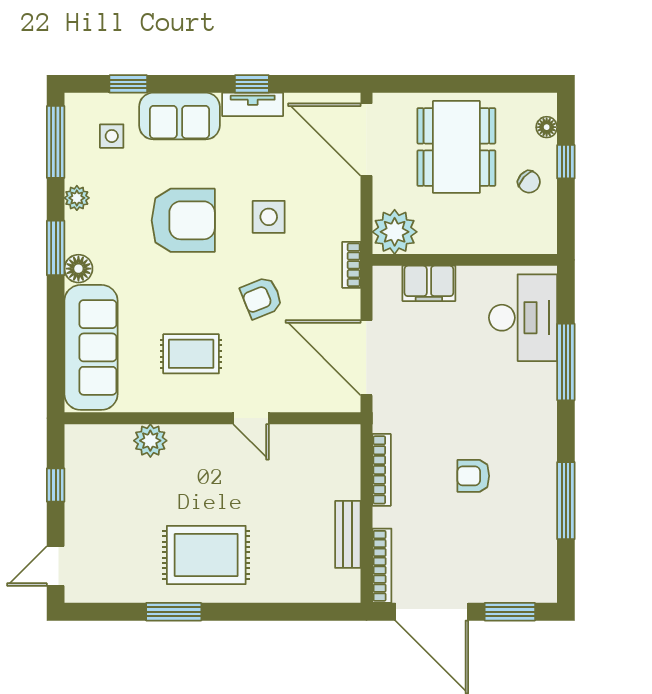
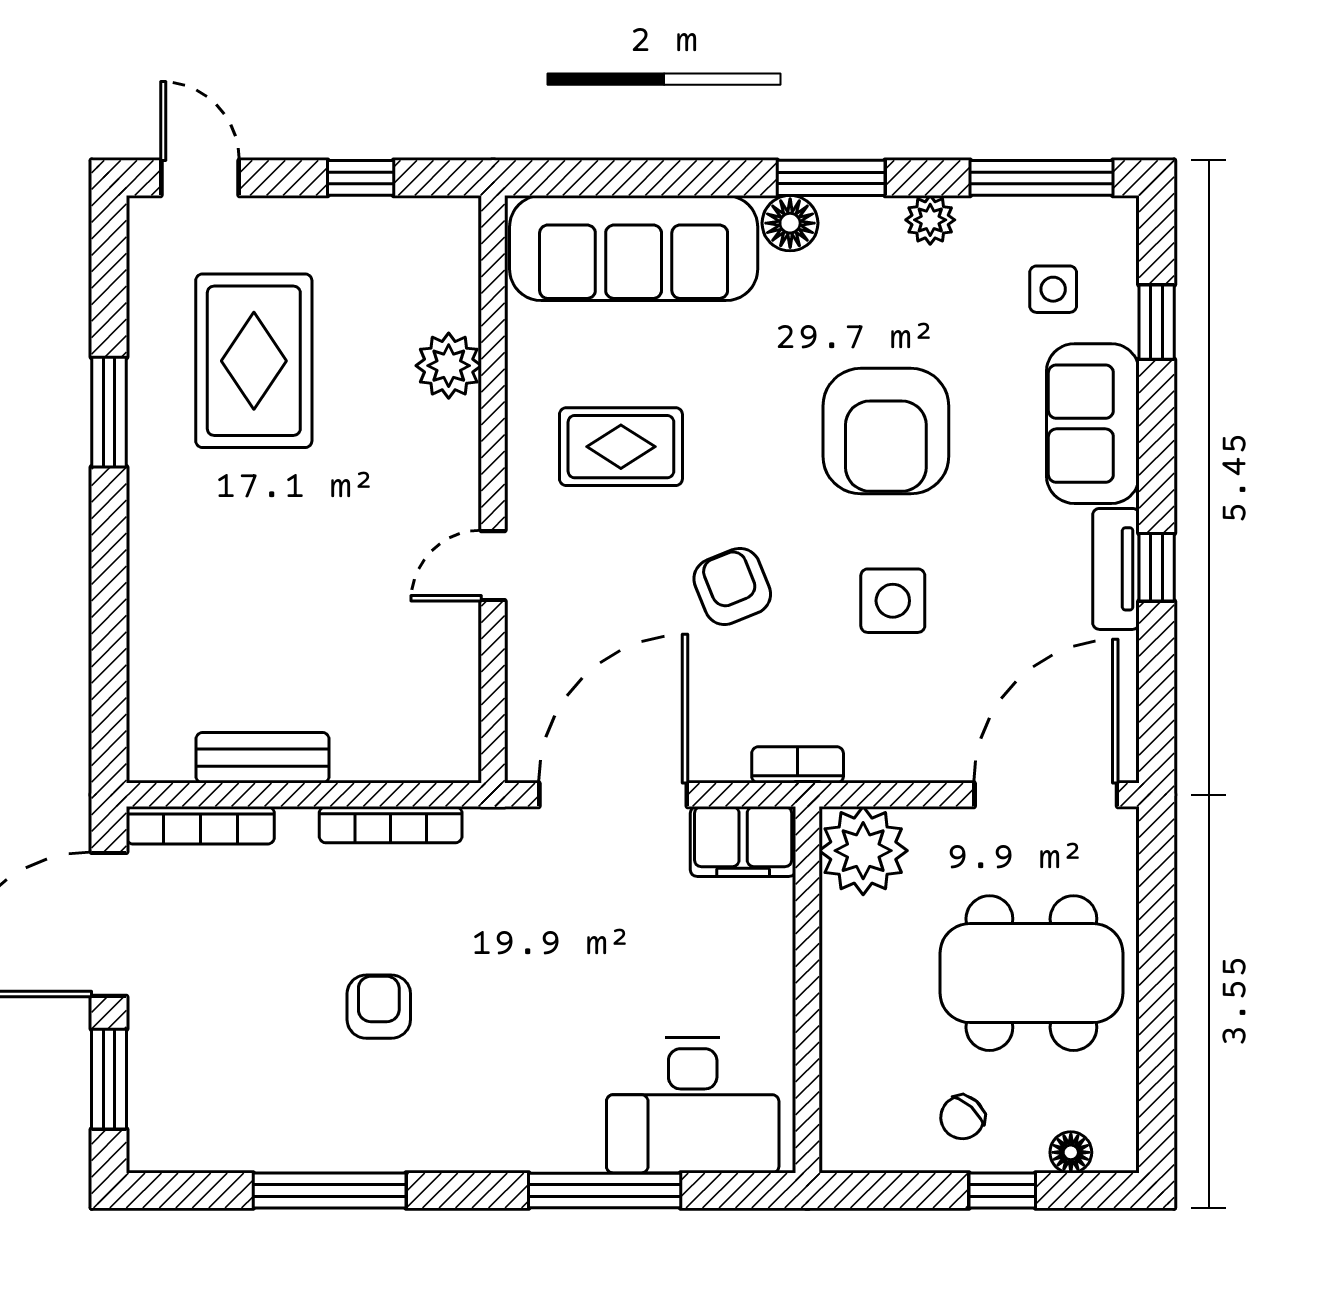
filing cabinet: (429, 283) -> (743, 842), moved, turned -90
rug: (191, 354) -> (621, 447), turned 90
rug: (206, 555) -> (254, 361), moved

